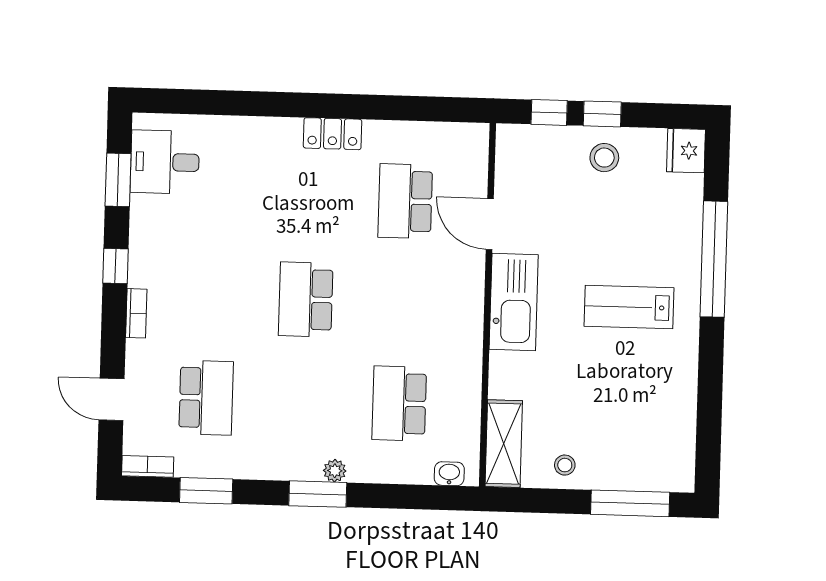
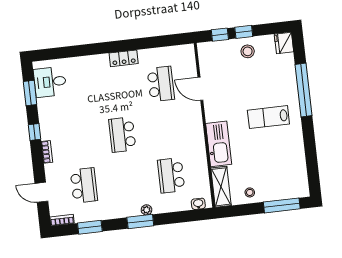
school desk: (405, 201) -> (161, 84), turned 180
kitchen sink: (514, 302) -> (219, 144), moved

